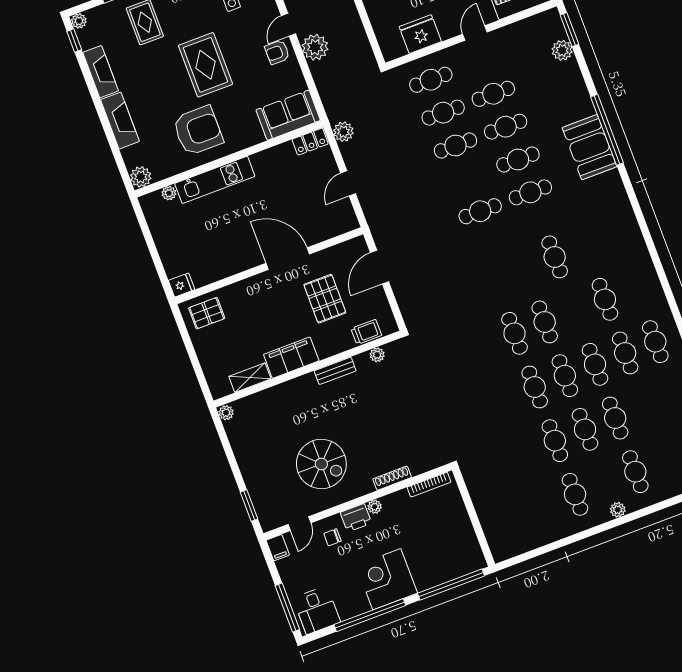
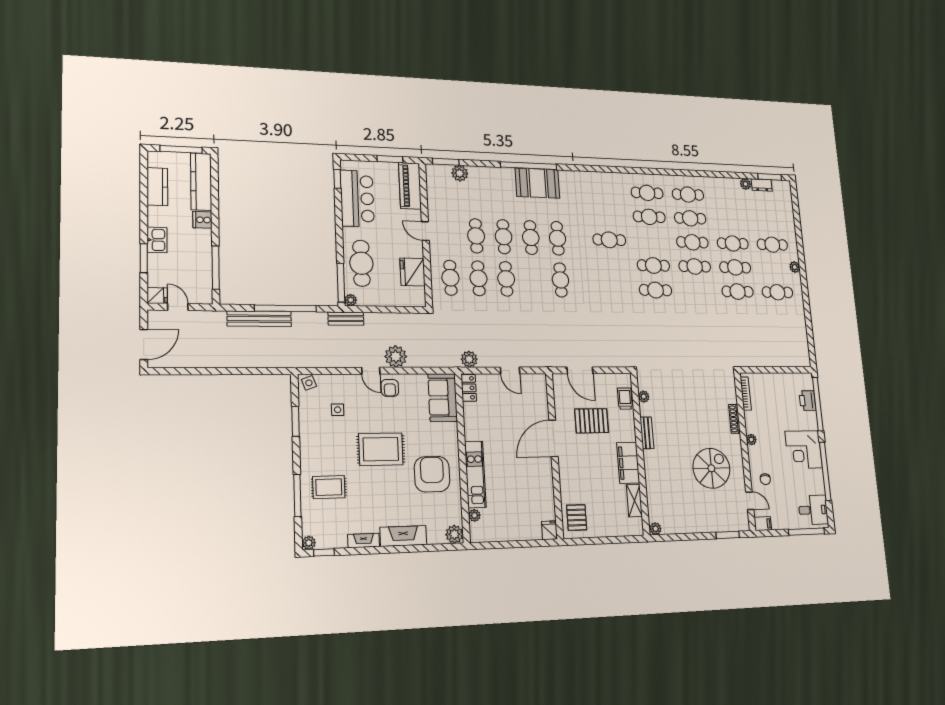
fireplace: (101, 72) -> (364, 541), width x0.73, depth x0.76
cafe table: (535, 387) -> (647, 193), moved
printer: (356, 518) -> (807, 401), moved, turned 180

